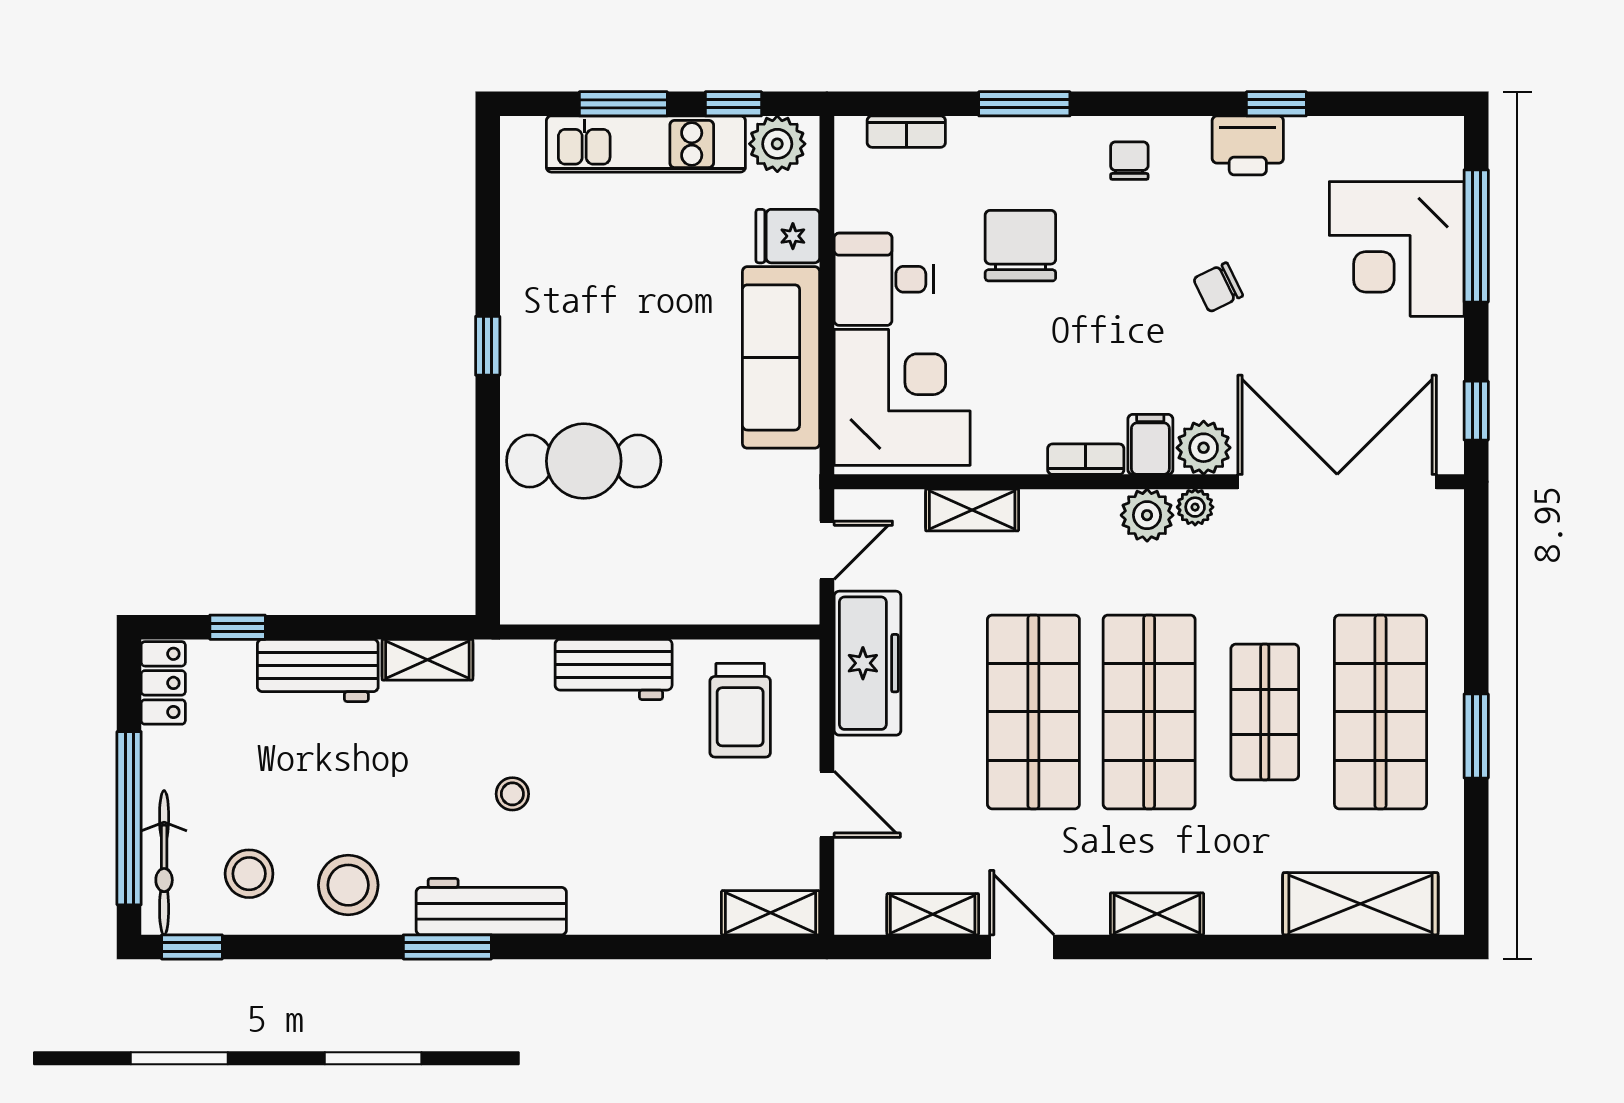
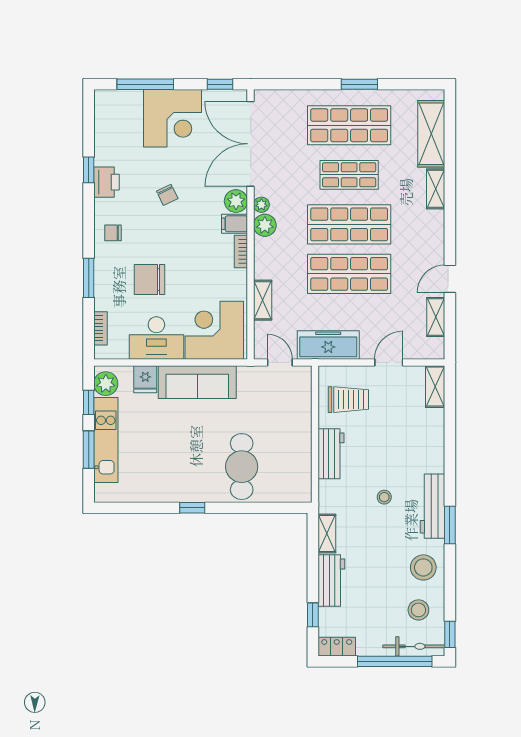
corner desk: (1397, 249) -> (173, 118), moved
desk: (884, 279) -> (156, 338), width x1.37
shelving: (1157, 914) -> (436, 189), moved

